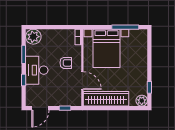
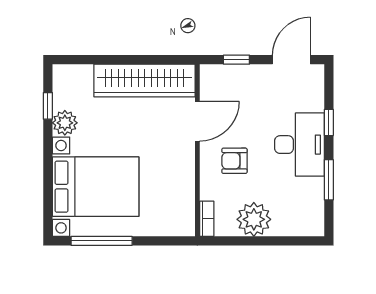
plant: (33, 37) -> (254, 219), moved
bed with nightstands: (106, 48) -> (96, 187), moved, turned 90
door: (82, 81) -> (197, 121), swing flipped
plant: (142, 101) -> (65, 123), moved

